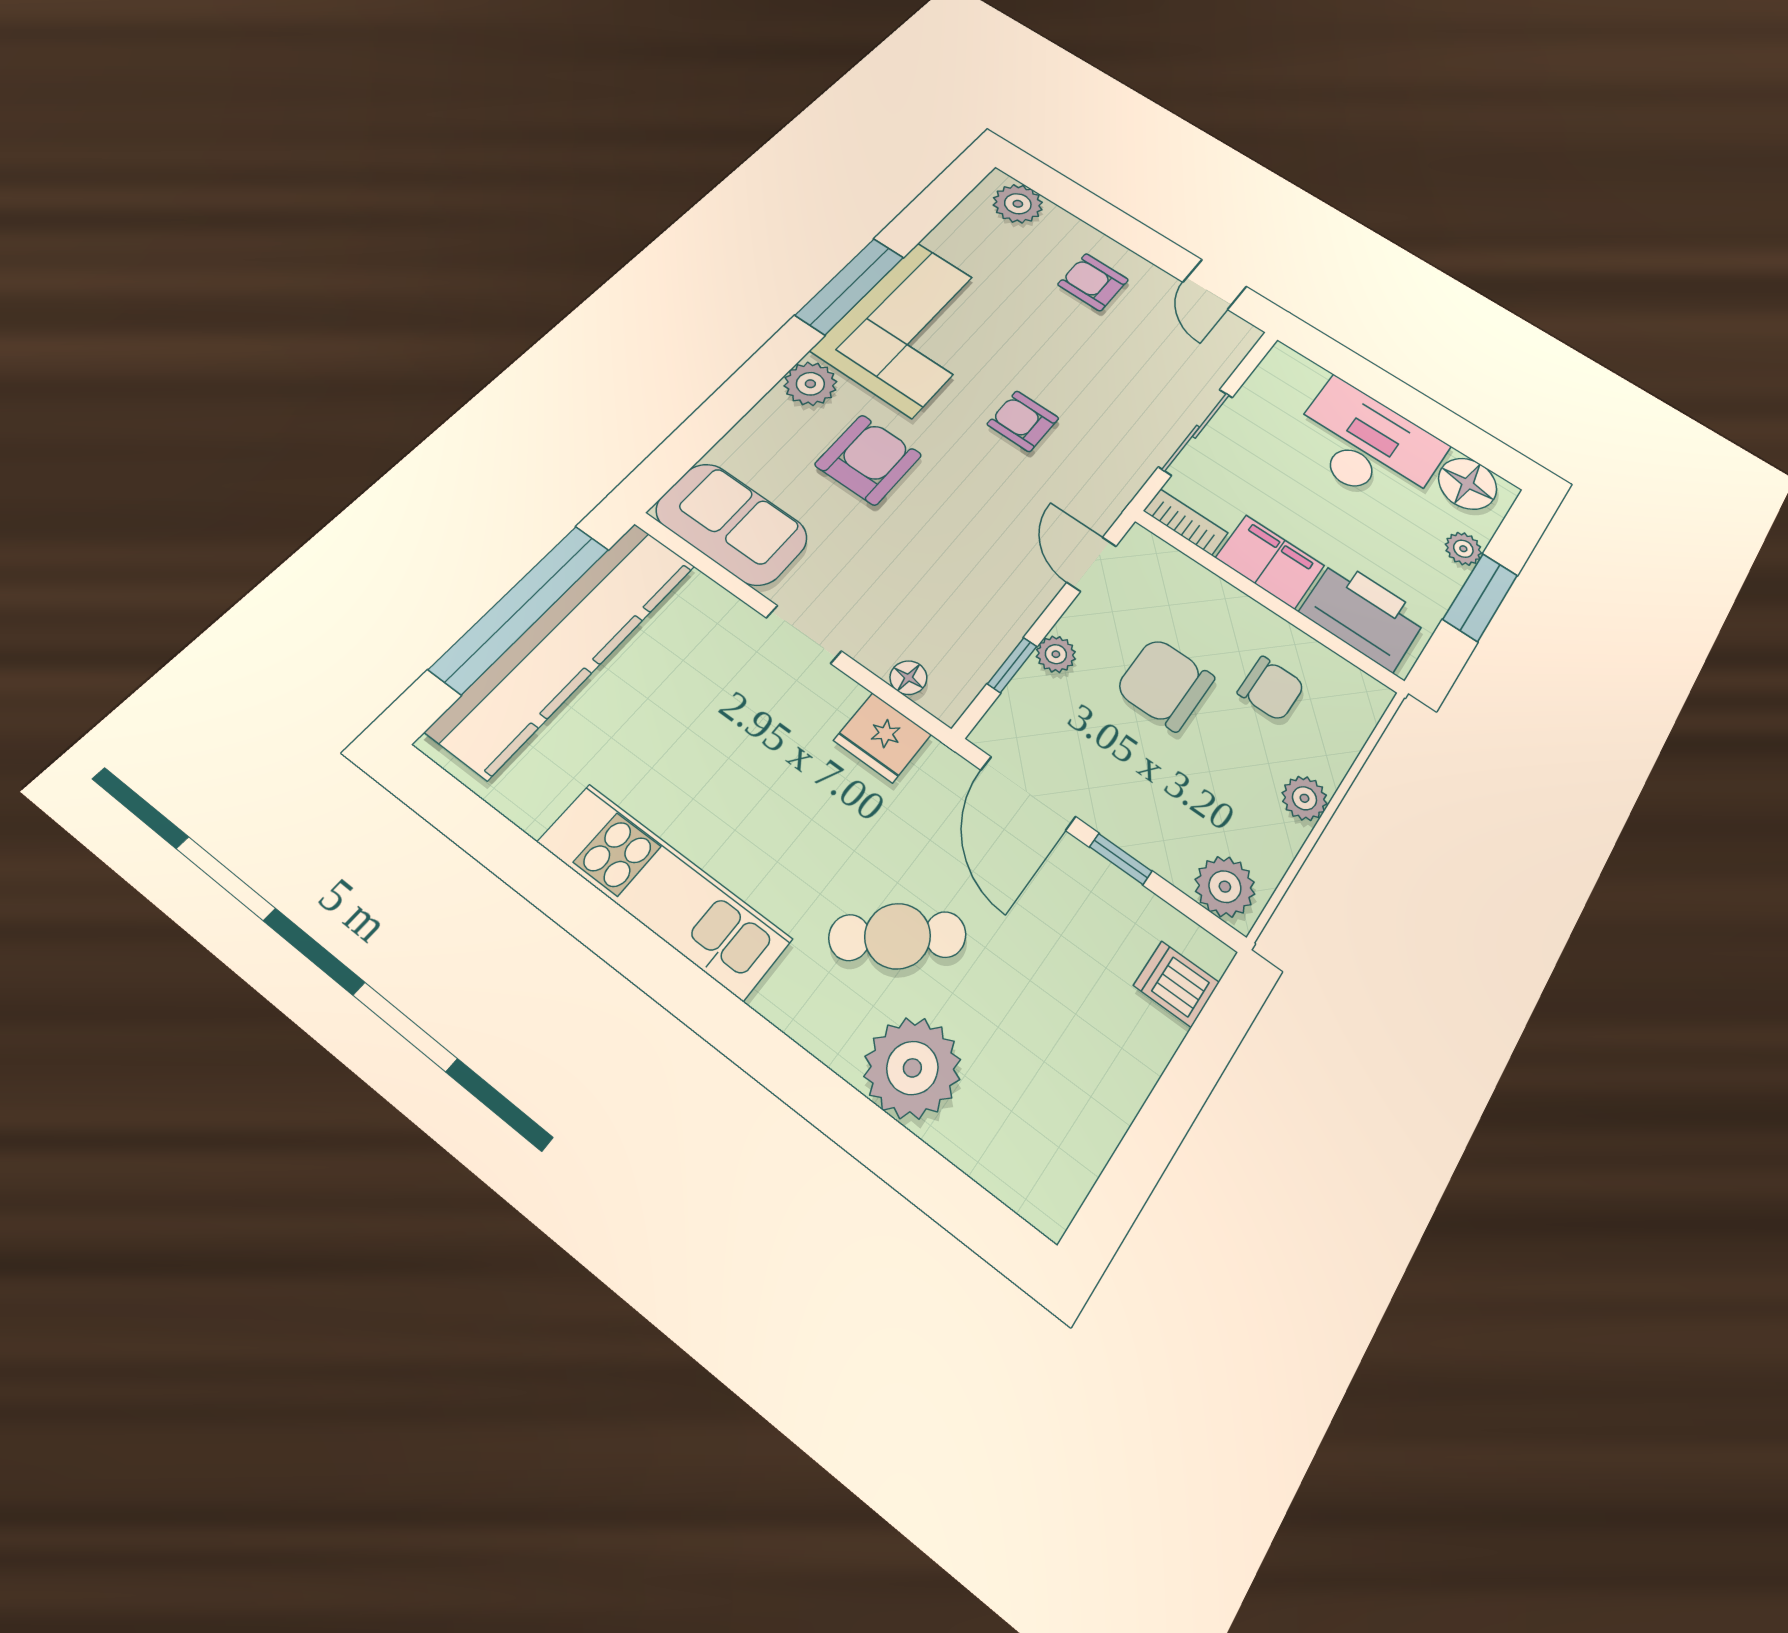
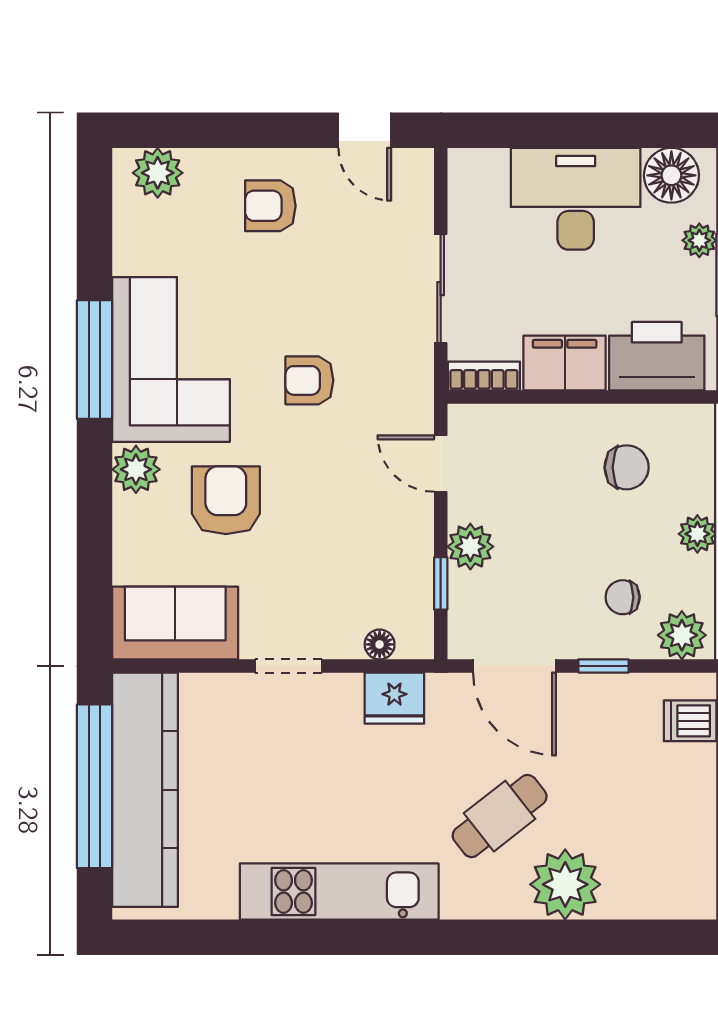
plant: (1056, 654) -> (470, 547), width x1.38, depth x1.38
chair: (1165, 684) -> (623, 597), moved, width x0.54, depth x0.54

